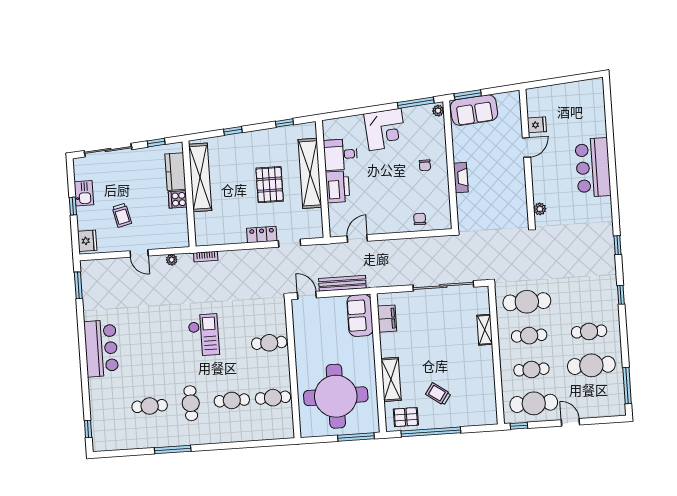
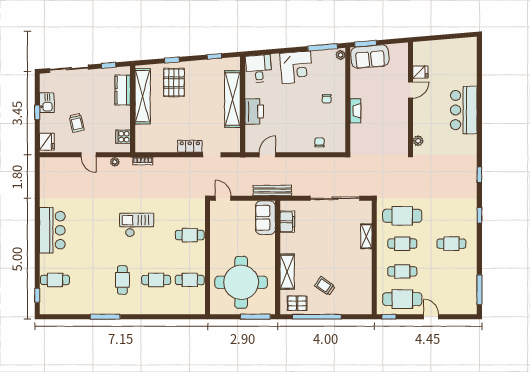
desk: (341, 154) -> (259, 69), moved, turned 85
pallet: (270, 185) -> (174, 82), moved
cooker: (178, 199) -> (123, 137), moved
bench: (342, 283) -> (272, 191), moved
window: (78, 285) -> (37, 178), removed
checkout: (204, 335) -> (137, 225), turned -90
cafe table: (591, 365) -> (451, 271), removed
cafe table: (150, 406) -> (55, 280), moved

